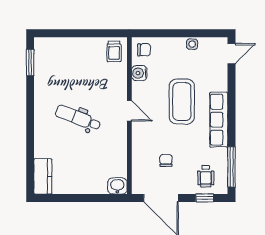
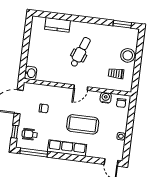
stool: (74, 49) -> (128, 55), added
trolley: (114, 51) -> (116, 73), moved
kitchen counter: (43, 176) -> (58, 25), moved

